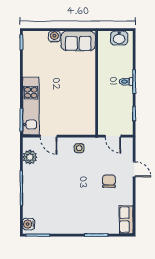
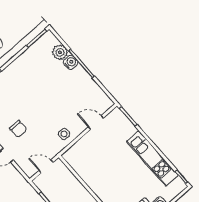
kitchen unit: (31, 106) -> (152, 159), moved
plant: (30, 157) -> (60, 52), moved
water cooler: (29, 224) -> (71, 62), moved

